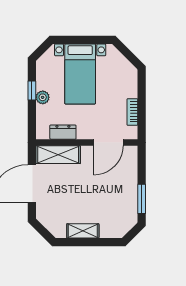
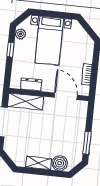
plant: (43, 97) -> (20, 34), moved
door: (108, 143) -> (66, 96), swing flipped
boiler: (110, 228) -> (60, 163), added

